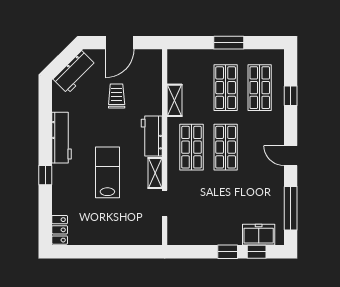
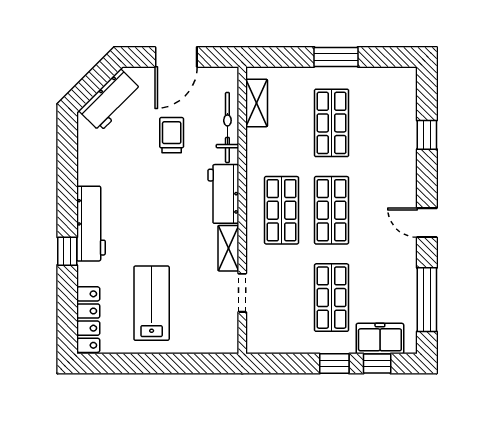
shop shelf: (260, 88) -> (332, 298), moved
bicycle: (155, 91) -> (227, 127), added
shelving: (174, 100) -> (257, 103), moved
workbench: (61, 138) -> (91, 224), moved
lab bench: (107, 172) -> (152, 303), moved
locker: (60, 230) -> (88, 320), width x1.53

